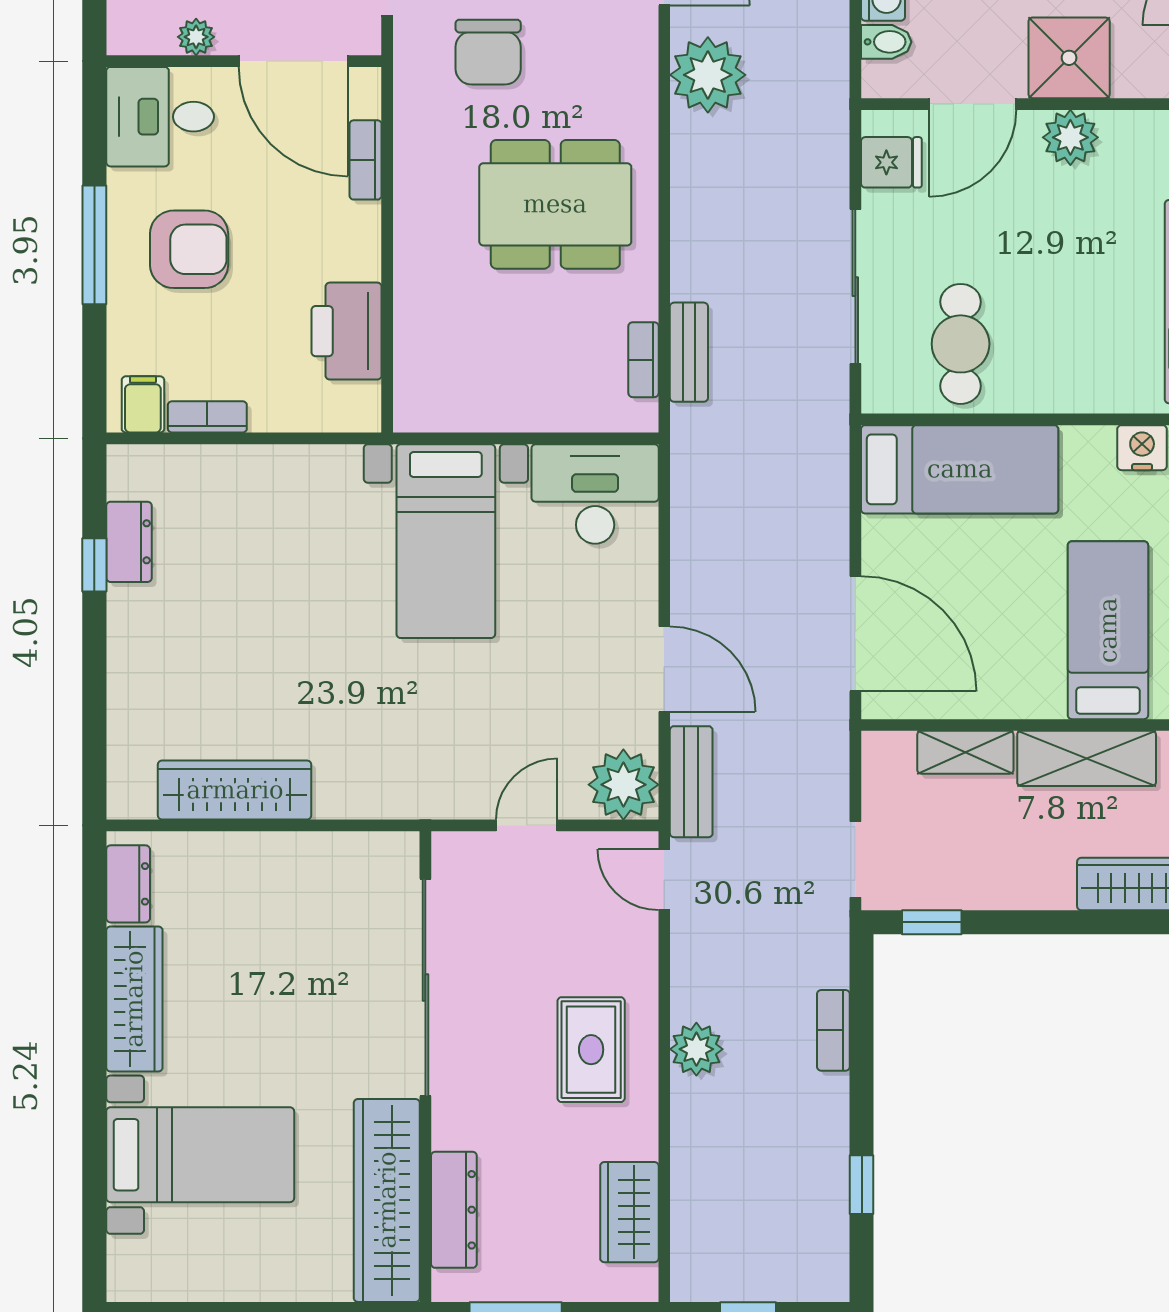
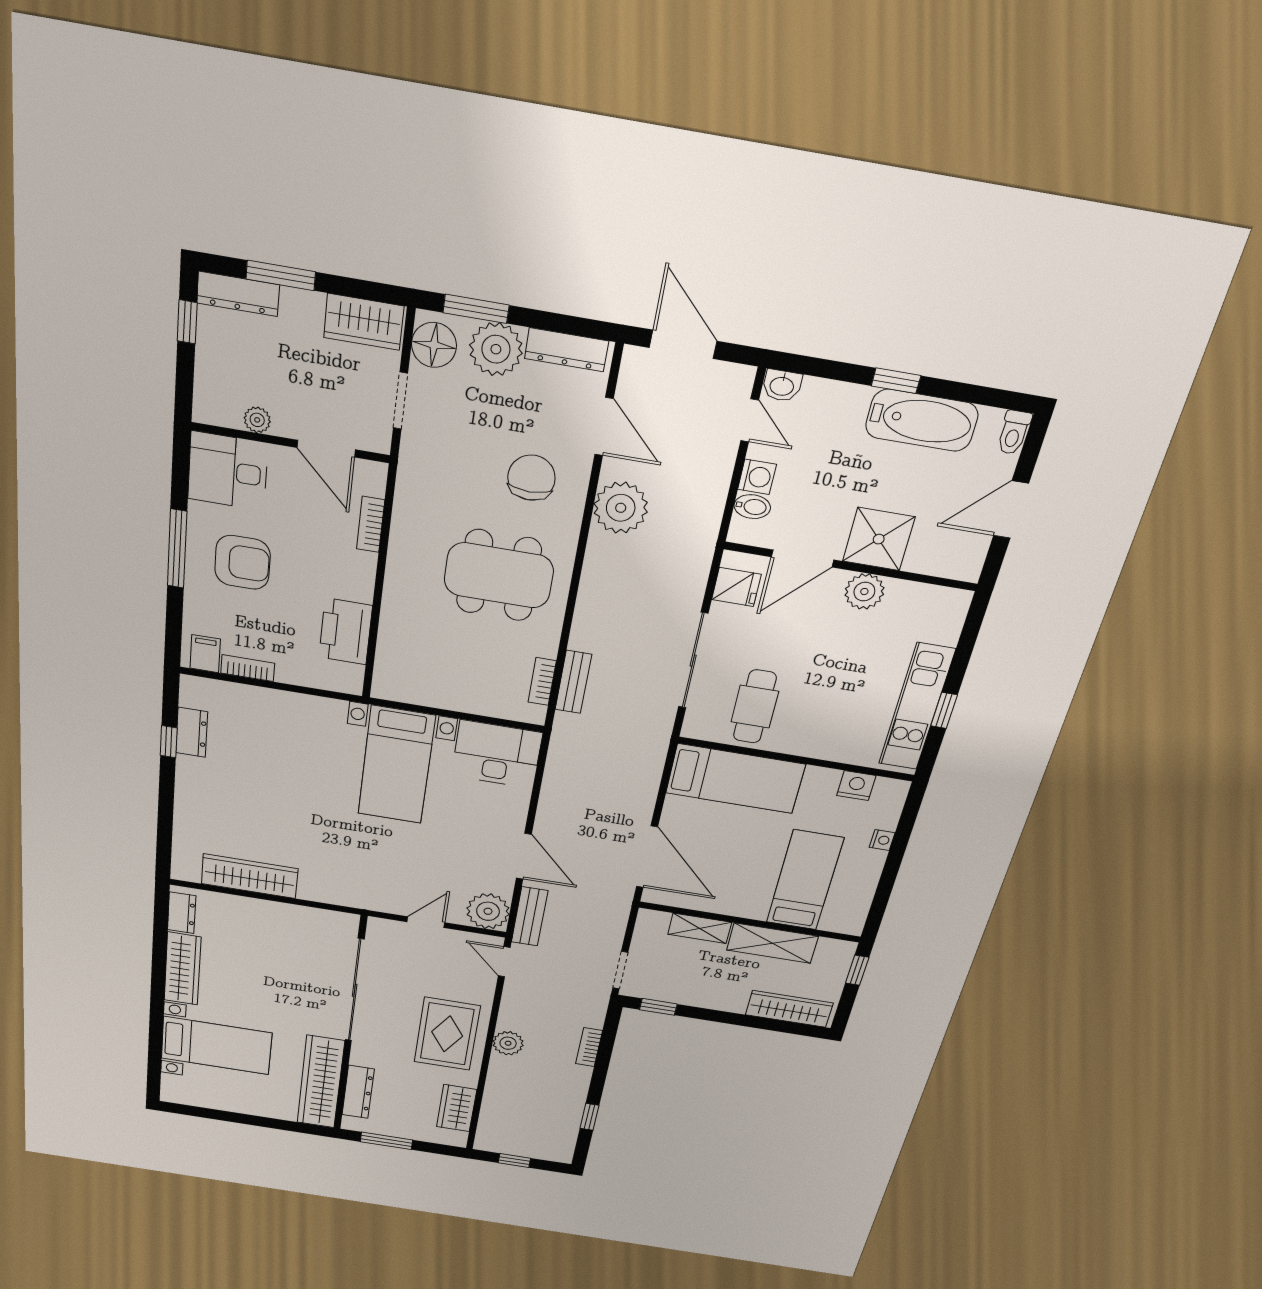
chair: (488, 52) -> (531, 478), moved, turned 180
door: (293, 61) -> (326, 449), width x0.73
rug: (591, 1050) -> (447, 1034), width x1.36, depth x1.43

